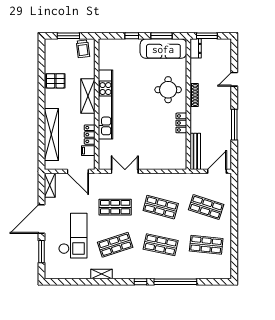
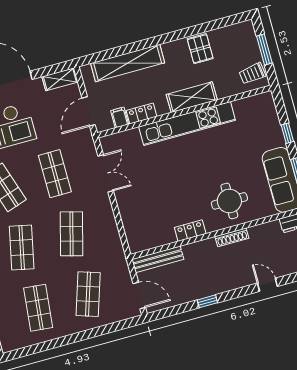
window: (234, 125) -> (207, 301), width x0.46

